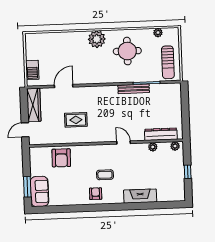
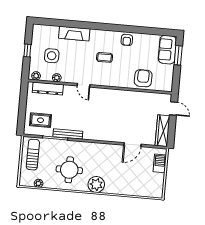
rug: (76, 120) -> (40, 120), moved
door: (25, 130) -> (174, 108), hinge flipped
side table: (161, 170) -> (52, 56), added
armchair: (96, 194) -> (127, 40), moved

